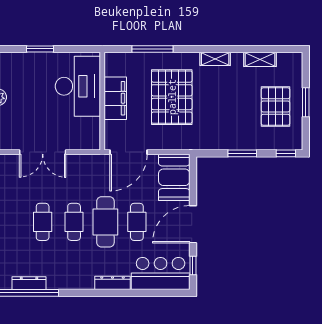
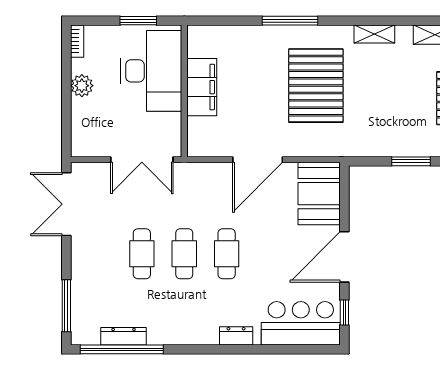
desk: (78, 86) -> (151, 71), moved
filing cabinet: (115, 98) -> (202, 87), moved
wall: (102, 101) -> (184, 91), moved
cafe table: (105, 222) -> (227, 254), width x0.73, depth x0.74
cafe table: (137, 222) -> (269, 254), removed
dresser: (112, 283) -> (236, 336), width x0.70

